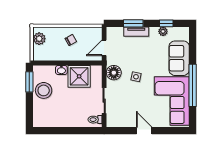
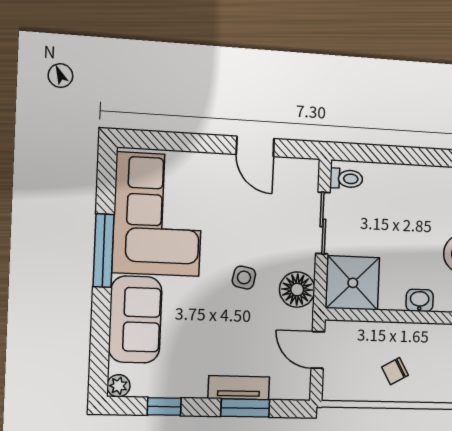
plant: (163, 31) -> (118, 386), moved
door: (104, 48) -> (318, 350), swing flipped
shower: (79, 76) -> (353, 283), moved
window: (193, 85) -> (104, 251), width x0.68
door: (144, 131) -> (255, 146), moved

